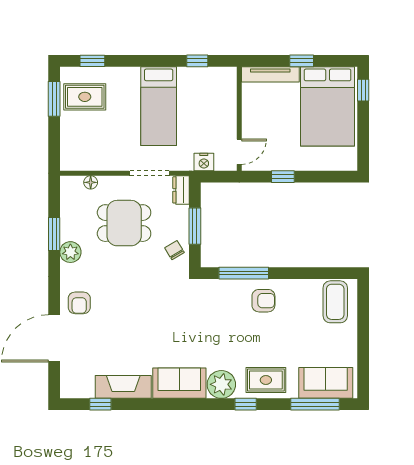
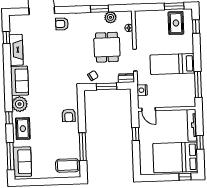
window: (197, 61) -> (198, 85), width x2.17
plant: (70, 252) -> (110, 17), moved
window: (244, 273) -> (83, 147), moved
armchair: (263, 301) -> (69, 115), moved

